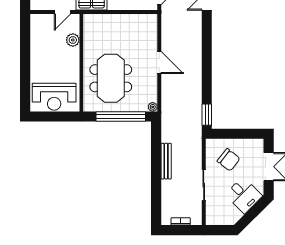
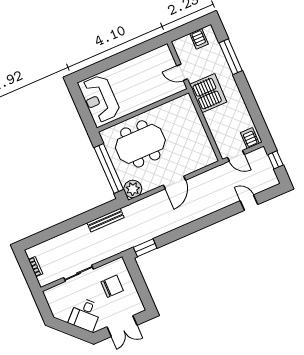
plant: (73, 40) -> (160, 93), removed
plant: (153, 107) -> (133, 189), width x1.87, depth x1.87
chair: (229, 160) -> (112, 286), turned -128
bench: (166, 161) -> (106, 220), moved

